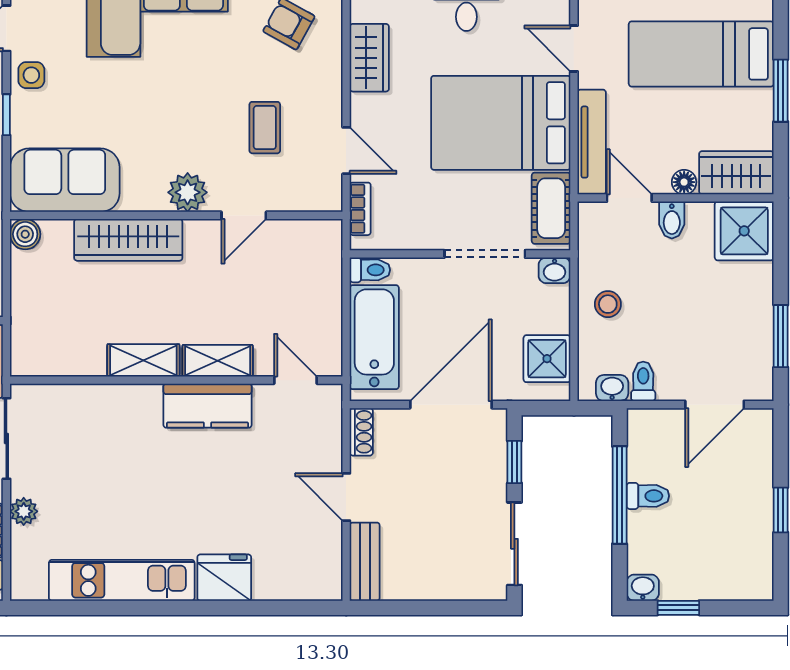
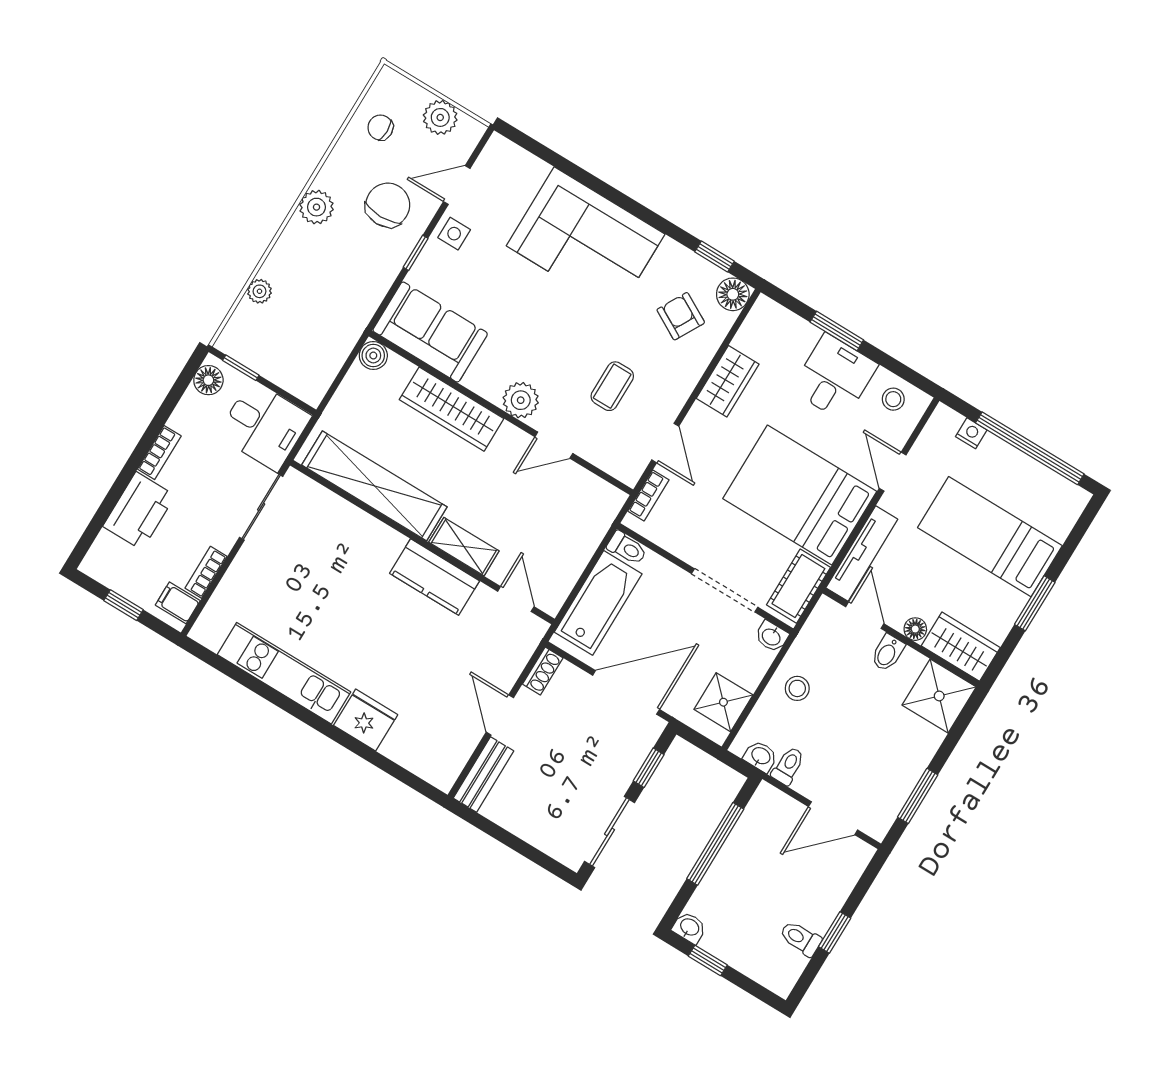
shelving: (143, 360) -> (374, 486), width x2.20, depth x1.33
toilet: (648, 496) -> (800, 938), moved, turned 180
plant: (24, 511) -> (240, 572), removed

